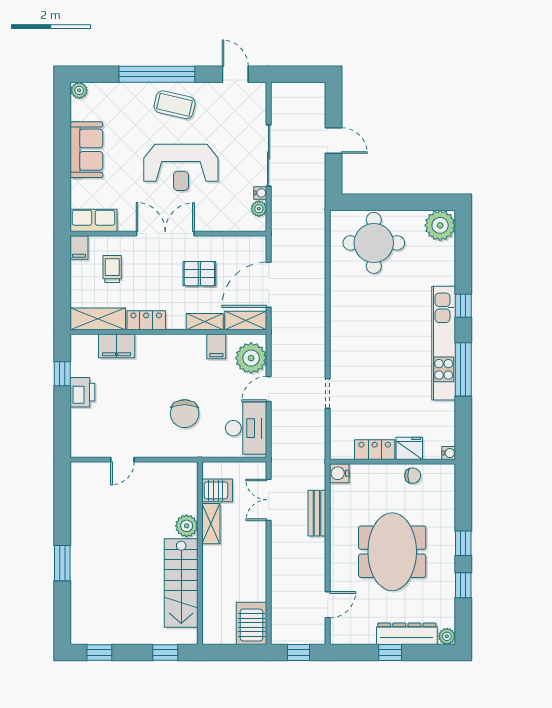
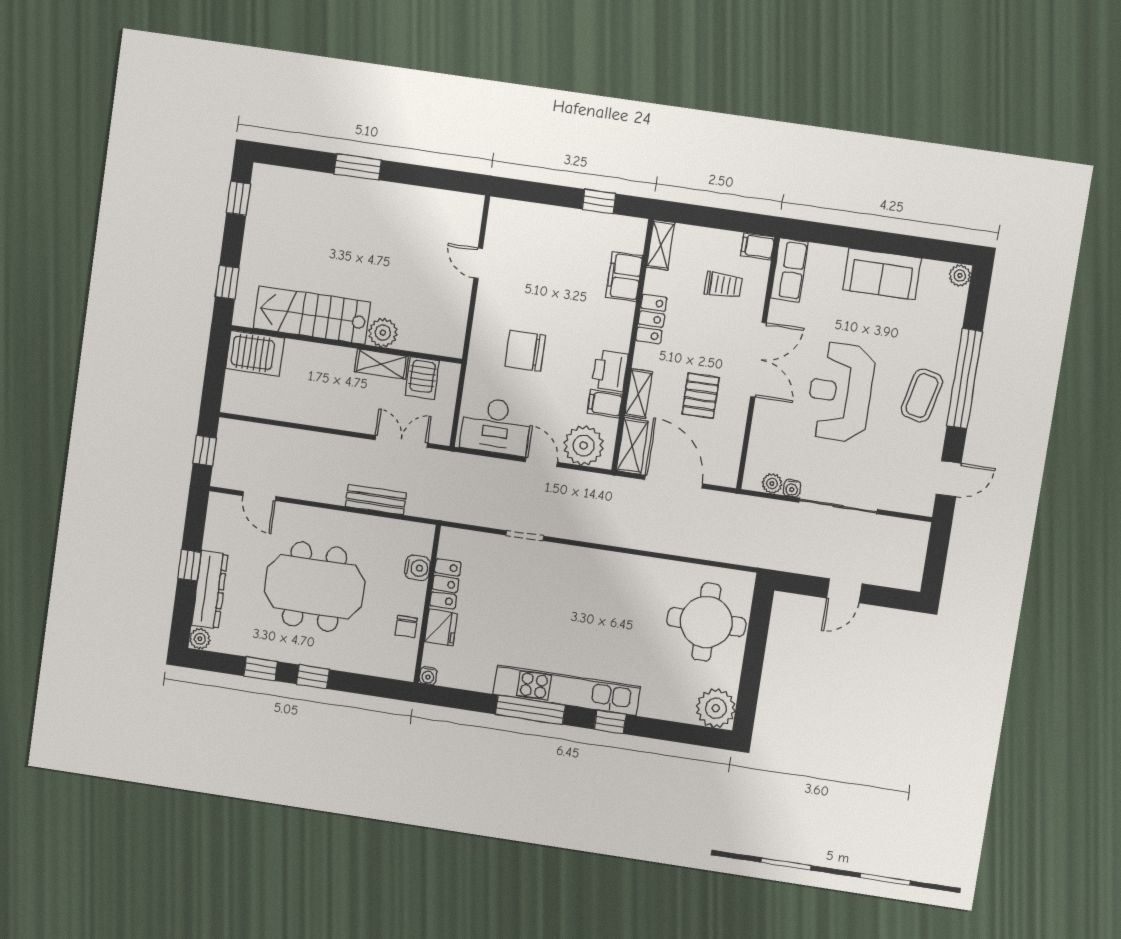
shelving: (98, 319) -> (661, 245), width x0.67, depth x0.75
printer: (82, 392) -> (610, 371), moved, turned 90
water cooler: (339, 473) -> (417, 568), moved, turned 90
server rack: (252, 623) -> (255, 353), moved

